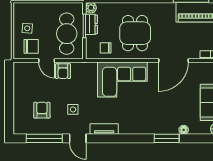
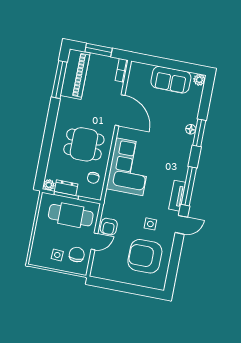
armchair: (63, 71) -> (109, 227), turned 90
armchair: (42, 110) -> (145, 256), width x1.88, depth x1.88
floor lamp: (184, 130) -> (191, 129), moved
window: (44, 138) -> (189, 186), moved

